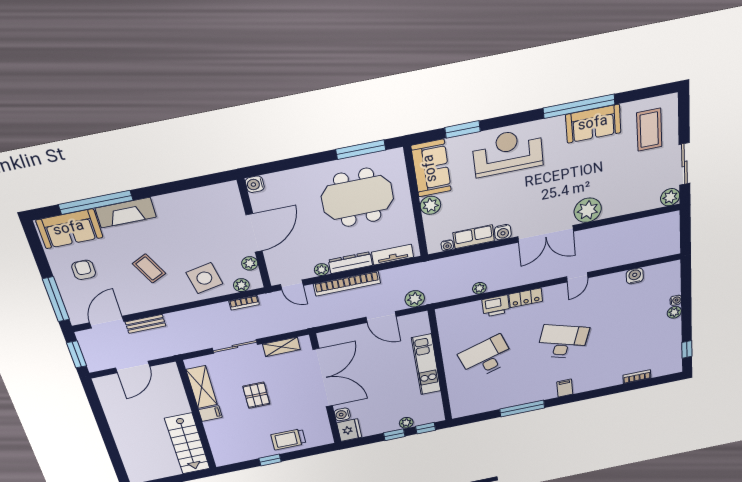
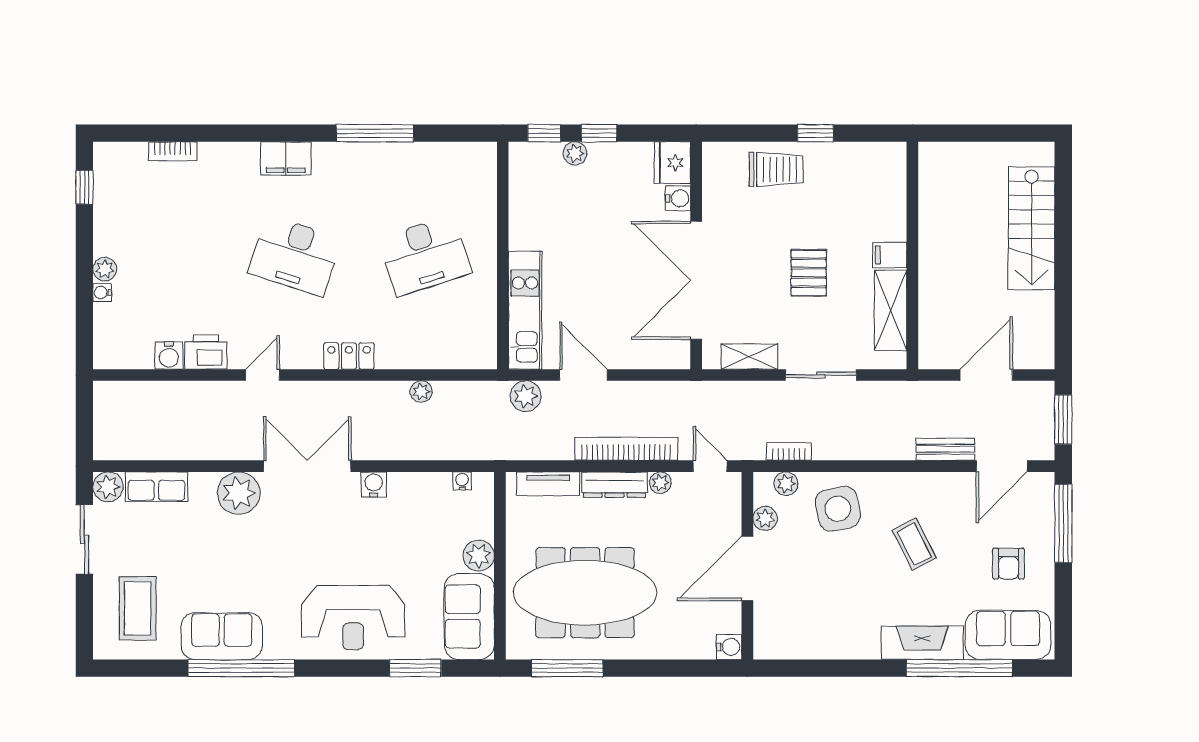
meeting table: (357, 198) -> (585, 593), width x1.36
row of seats: (474, 237) -> (156, 487), moved
printer: (496, 306) -> (206, 352), moved
kitchen unit: (426, 364) -> (525, 310), moved
filing cabinet: (565, 388) -> (286, 159), width x2.00
stairs: (187, 444) -> (1032, 228), moved, turned 180

